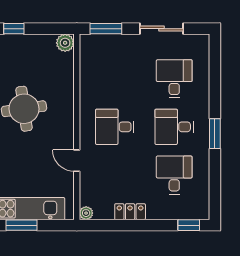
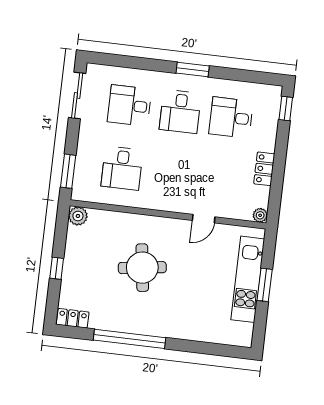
sliding door: (161, 29) -> (77, 96), moved
desk: (115, 127) -> (122, 168), moved

